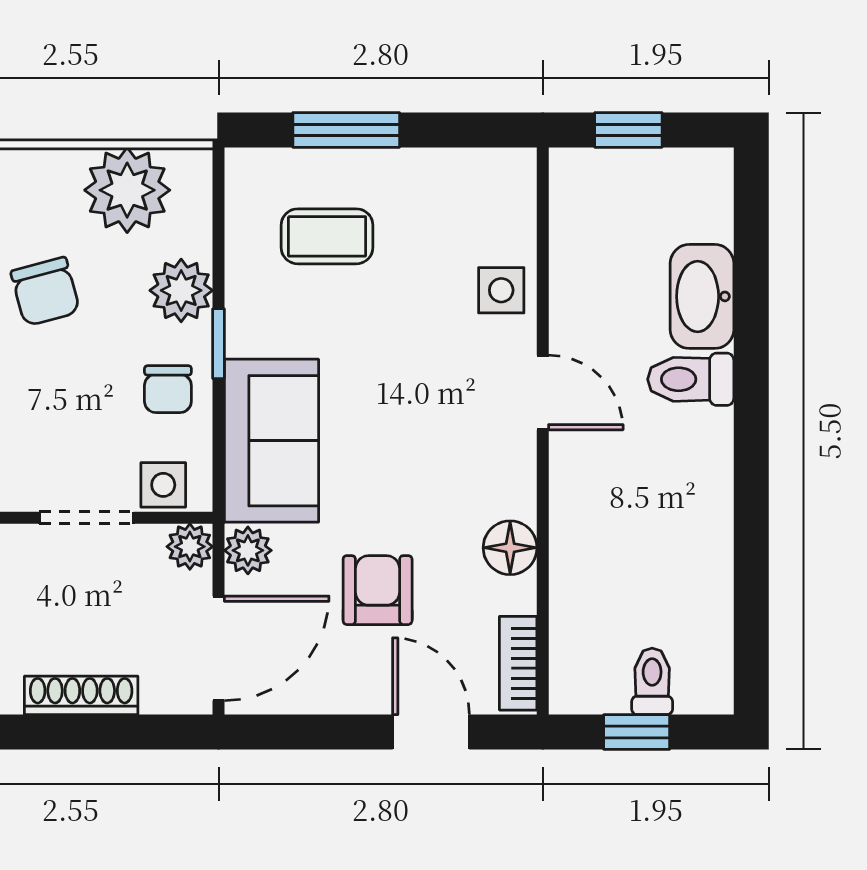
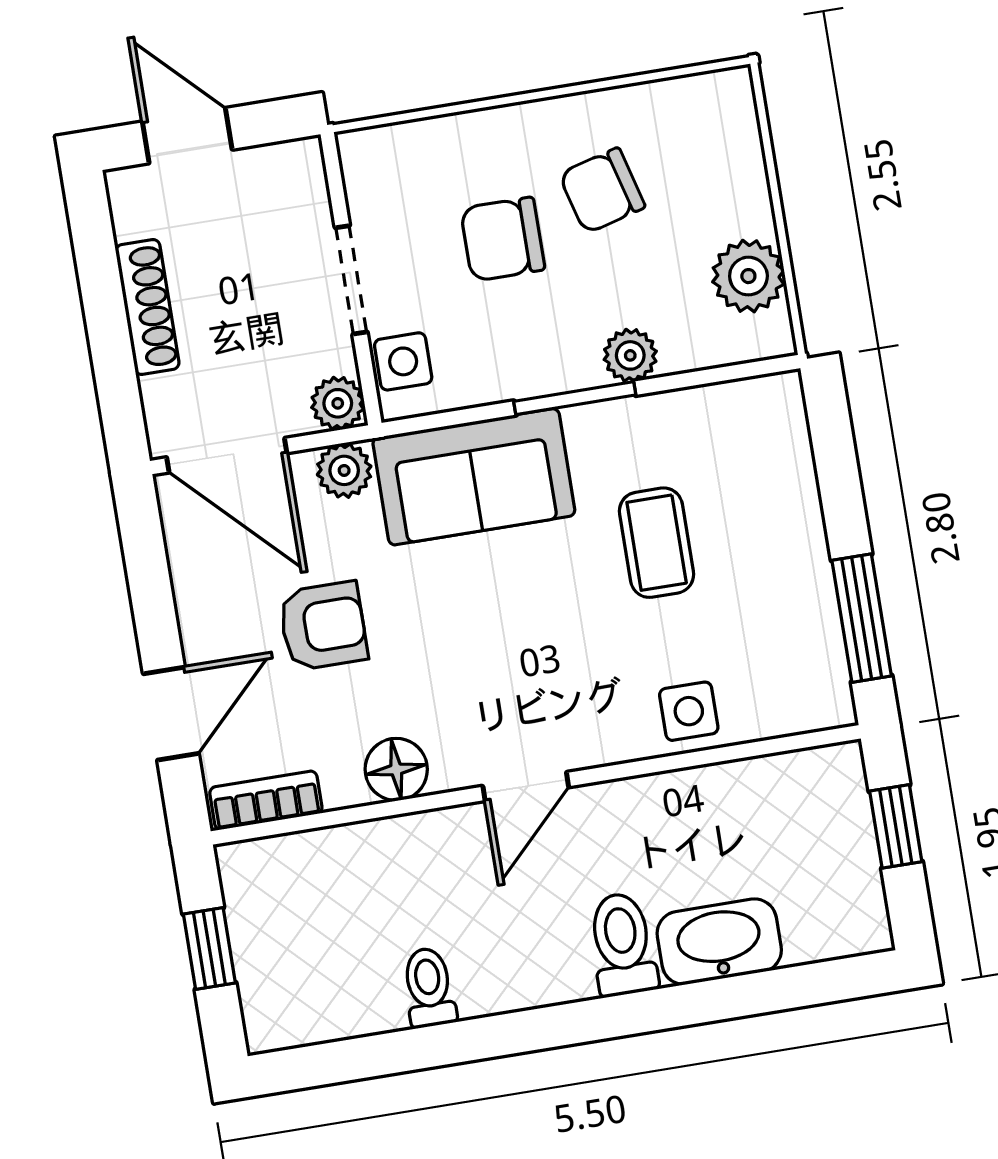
window: (346, 130) -> (862, 618), moved
plant: (127, 190) -> (748, 276), width x0.73, depth x0.73
coffee table: (327, 236) -> (657, 543), moved
plant: (181, 290) -> (630, 355), width x0.73, depth x0.73
window: (219, 344) -> (575, 398), width x1.50
chair: (168, 389) -> (503, 239), moved, width x1.37, depth x1.37
door: (543, 392) -> (526, 787), moved
toilet: (652, 681) -> (429, 988), moved, turned -90

